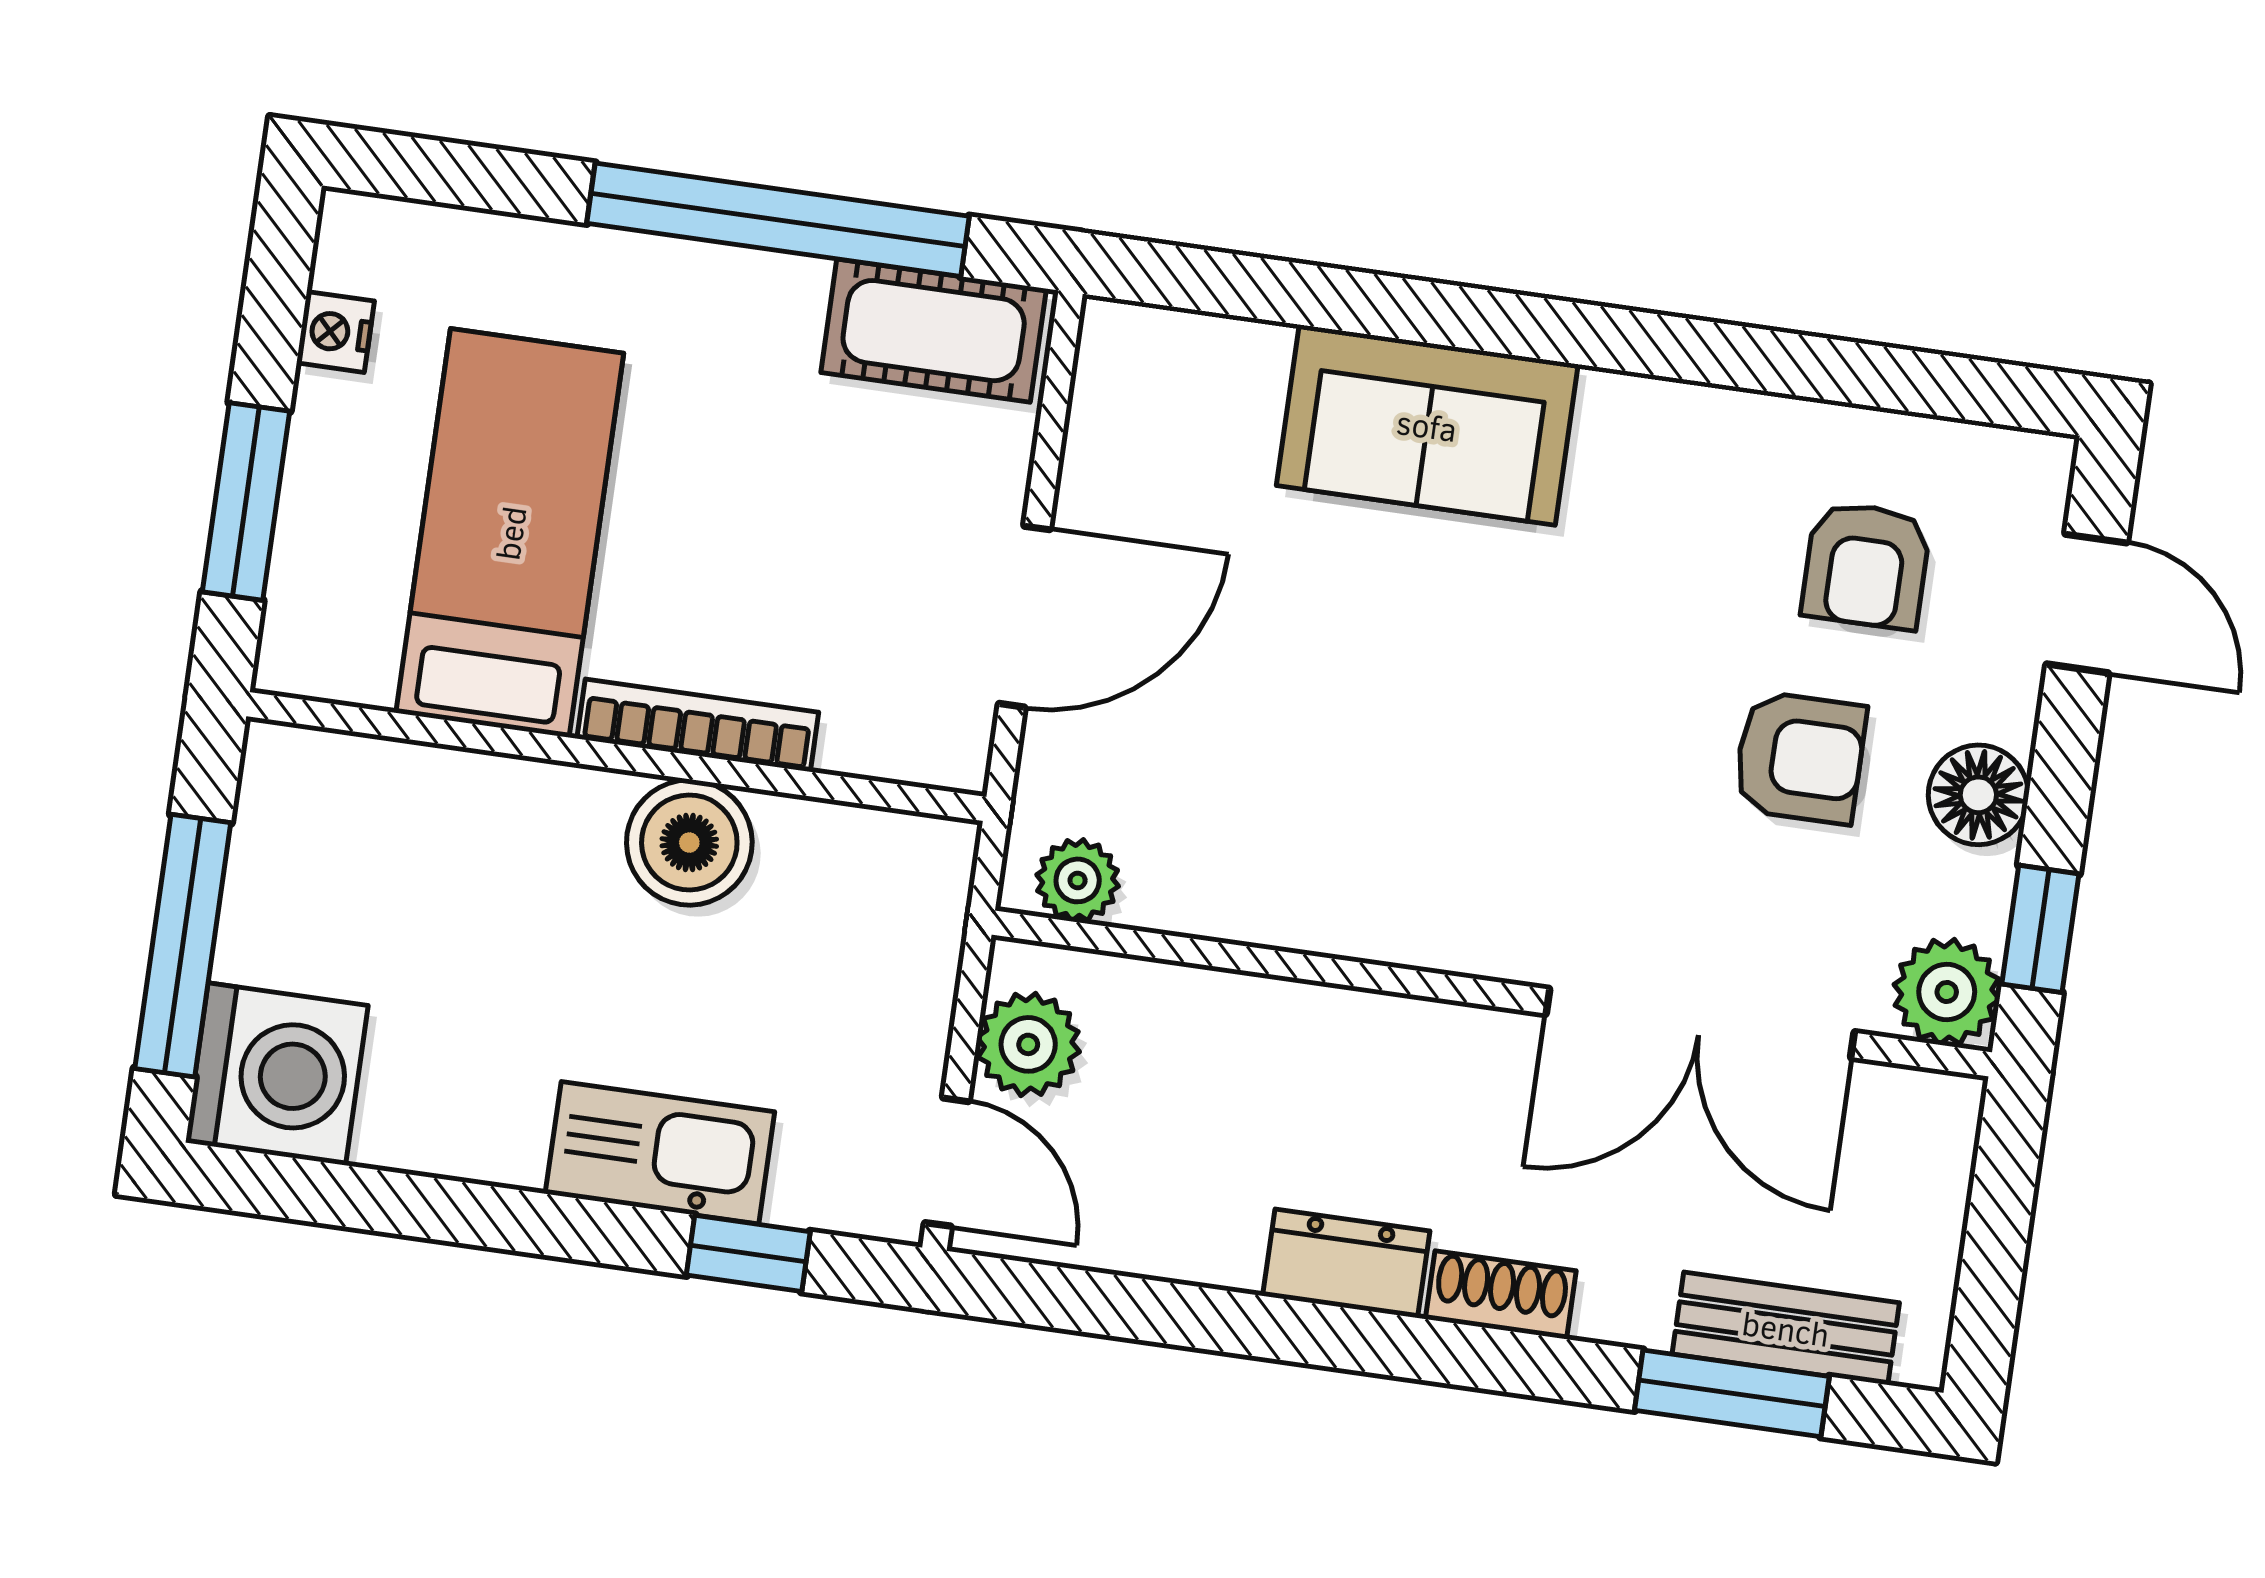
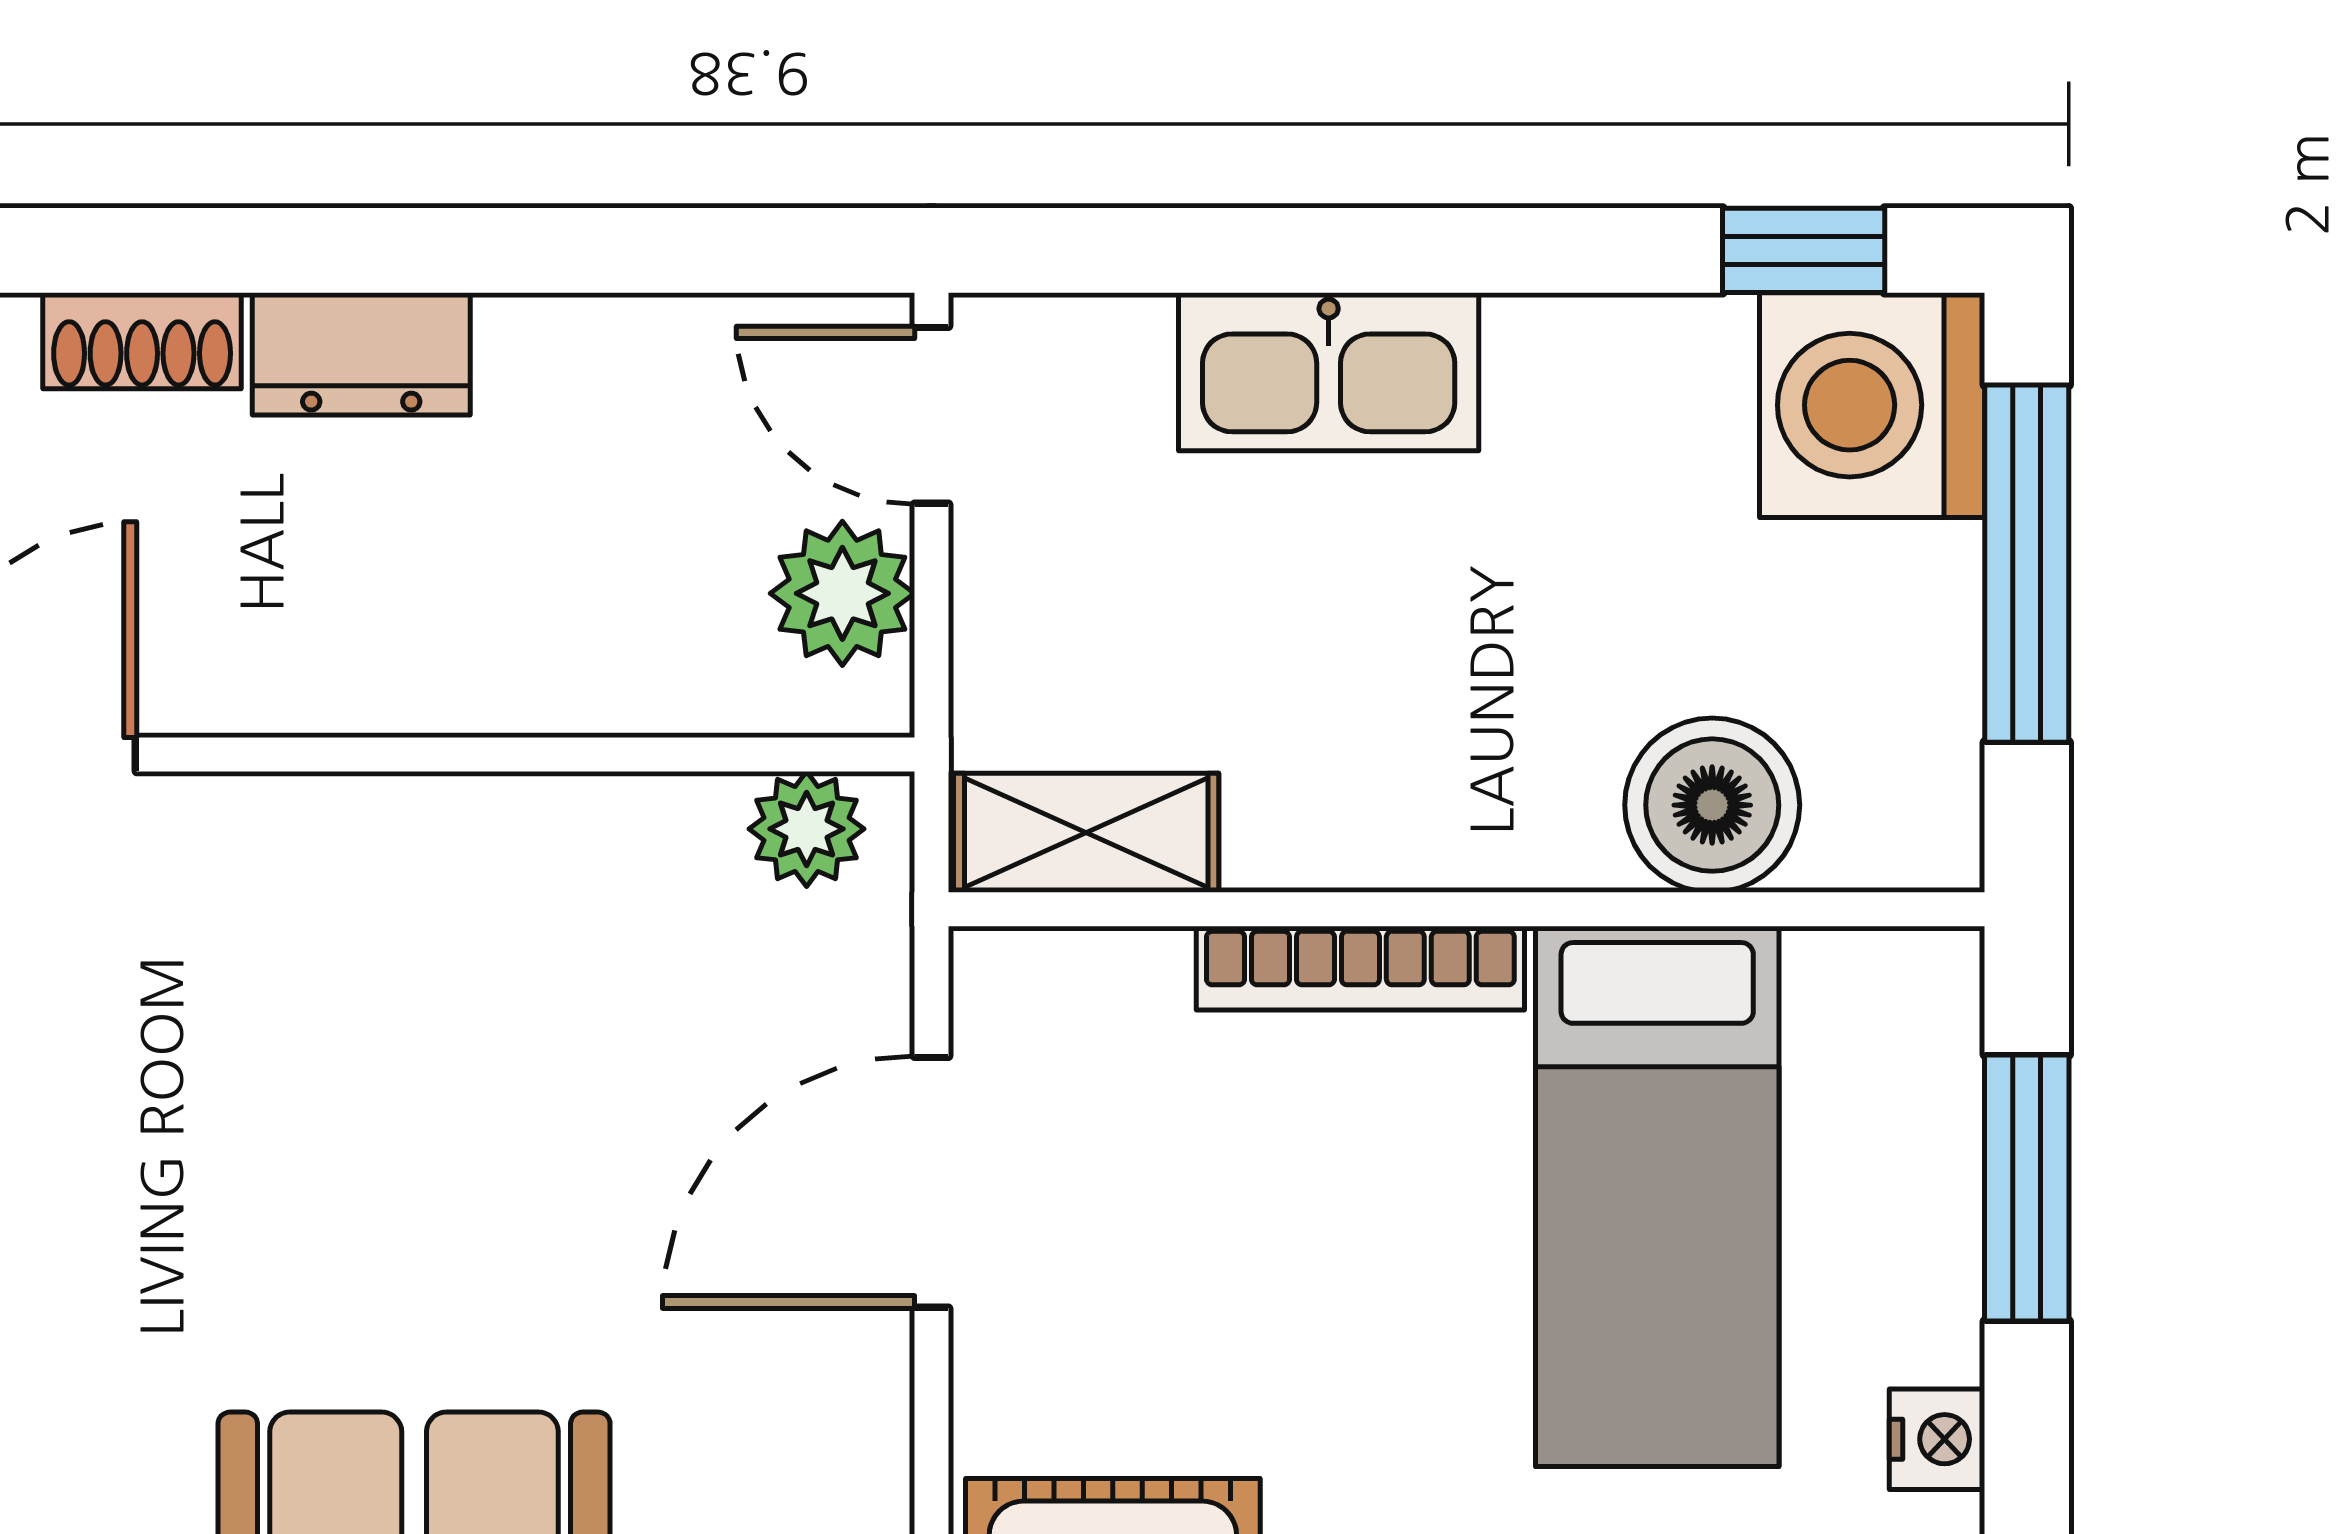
boiler: (689, 843) -> (1712, 805), moved
shelving: (879, 849) -> (1086, 833), added
window: (748, 1253) -> (1804, 250), moved

